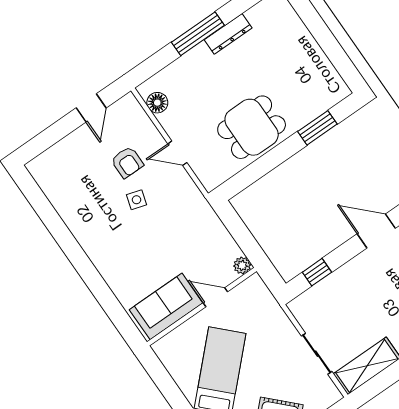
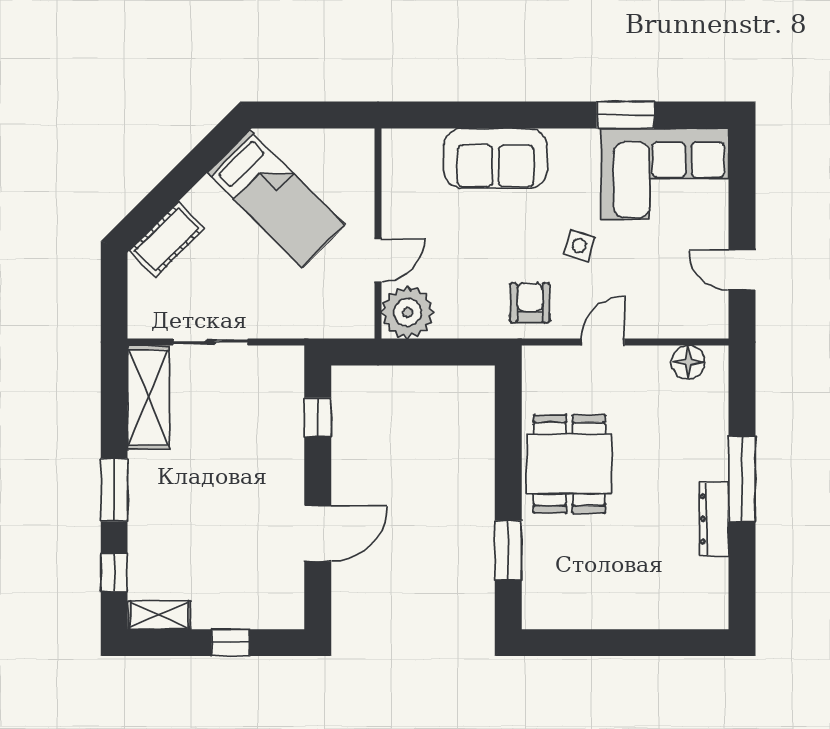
armchair: (127, 162) -> (530, 303), moved, turned 90
corner sofa: (70, 181) -> (665, 174), added
window: (53, 222) -> (625, 115), added
plant: (242, 265) -> (408, 312), width x1.87, depth x1.87
sofa: (166, 306) -> (496, 158), moved, turned 90

